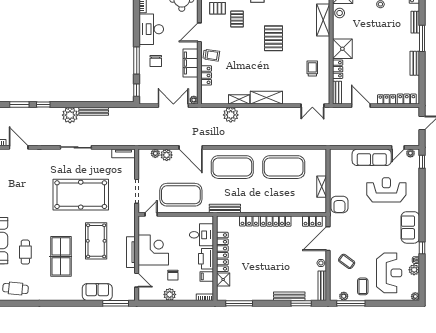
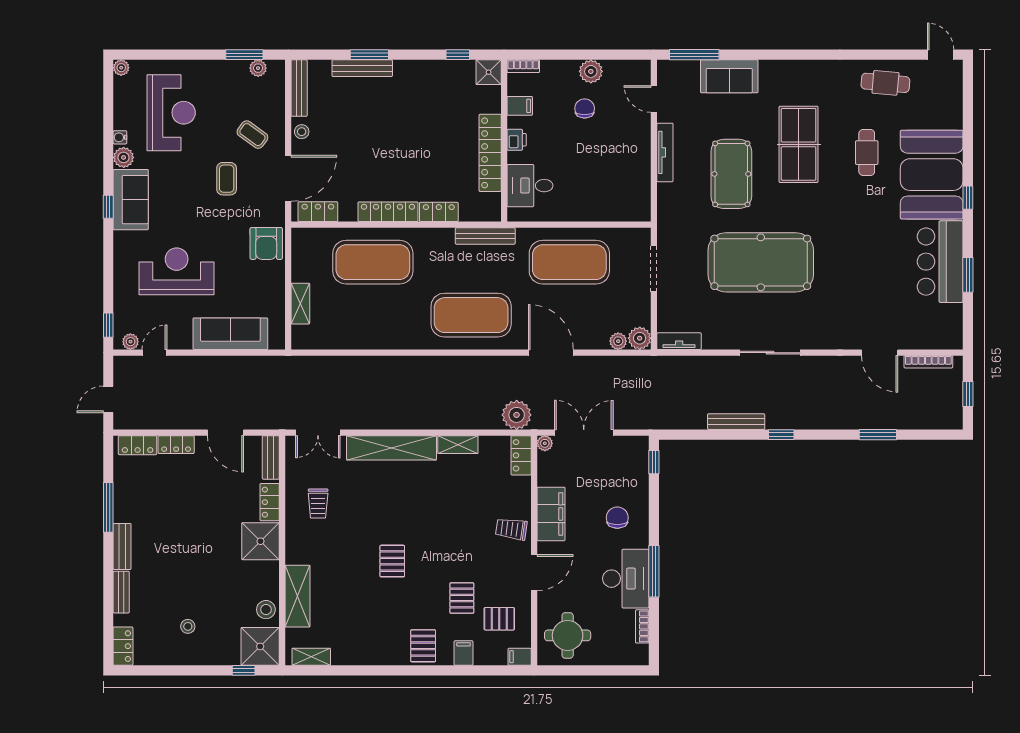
pallet: (274, 38) -> (392, 561), width x0.67, depth x0.71
window: (422, 38) -> (108, 507), moved
window: (137, 61) -> (654, 571), moved
bench: (415, 63) -> (122, 546), moved
locker: (206, 75) -> (521, 455), moved
shelving: (266, 98) -> (391, 448), width x1.47
window: (43, 105) -> (781, 435), moved
double door: (173, 106) -> (584, 433), swing flipped
double door: (312, 106) -> (318, 433), swing flipped
plant: (70, 115) -> (781, 414), removed
plant: (231, 115) -> (517, 415), moved
plant: (167, 155) -> (640, 338), moved
sofa: (372, 157) -> (230, 334), moved
exercise mat: (284, 167) -> (373, 262), moved
shelving: (322, 187) -> (300, 304), moved
reception desk: (386, 190) -> (177, 271), turned 180
armchair: (339, 205) -> (266, 243), turned 180
door: (151, 214) -> (626, 225), removed
window: (422, 248) -> (108, 207), moved
corner desk: (153, 250) -> (622, 157), removed
printer: (206, 259) -> (517, 140), width x0.53, depth x0.68
plant: (414, 270) -> (124, 157), moved
reception desk: (389, 273) -> (171, 113), turned 180
shower: (223, 280) -> (489, 72), moved
coffee table: (363, 286) -> (227, 179), moved
window: (239, 303) -> (458, 55), width x0.46
window: (301, 303) -> (369, 55), moved
window: (351, 303) -> (244, 55), width x0.69

